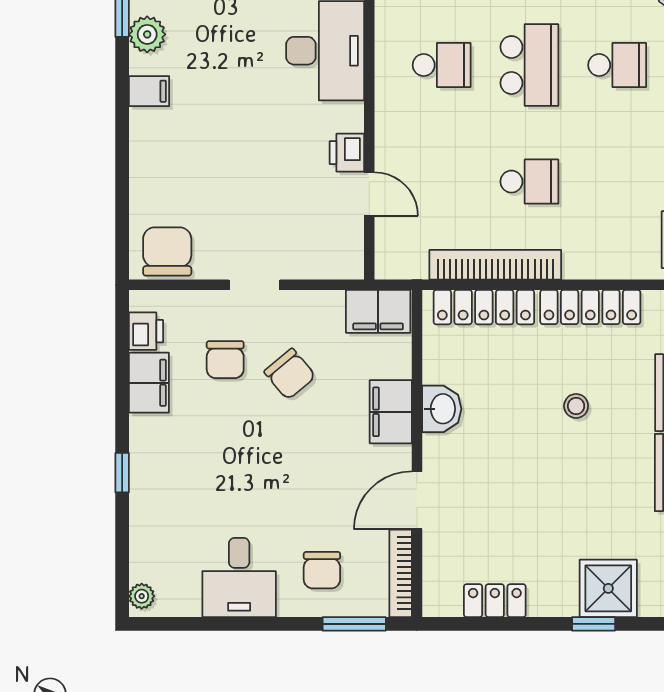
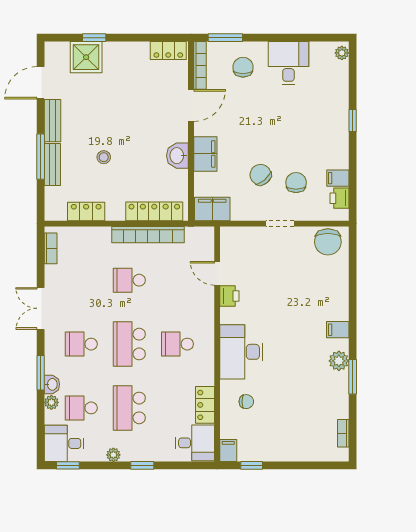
locker: (590, 307) -> (86, 211), width x0.66
filing cabinet: (149, 383) -> (338, 178), width x0.50
locker: (495, 601) -> (168, 50), moved

